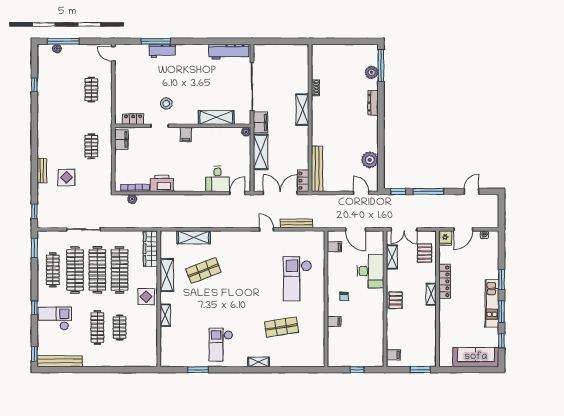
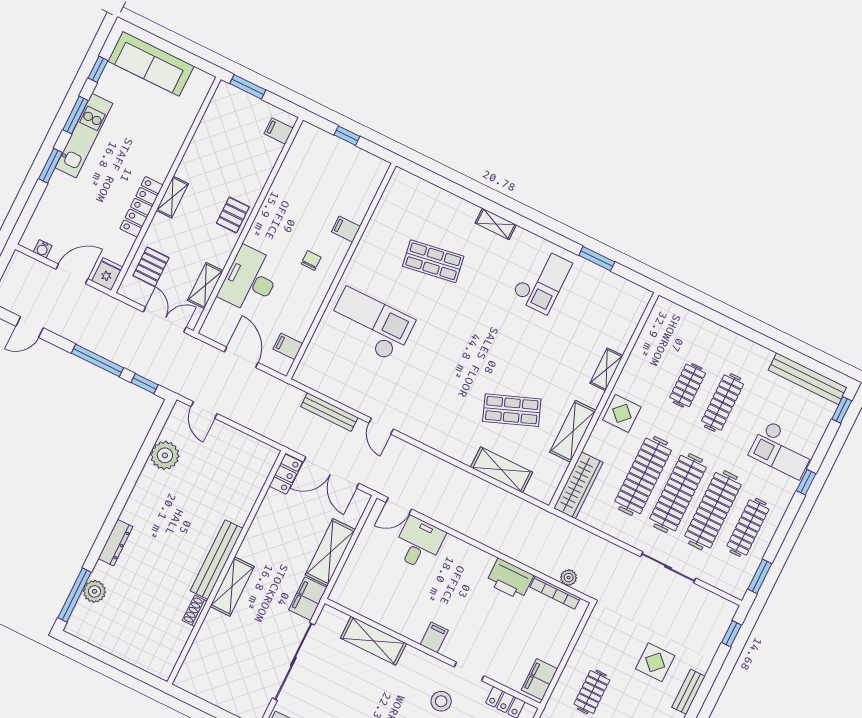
plant: (246, 132) -> (338, 595), removed
bench: (317, 169) -> (217, 560), moved
checkout: (297, 279) -> (371, 325), turned -90

